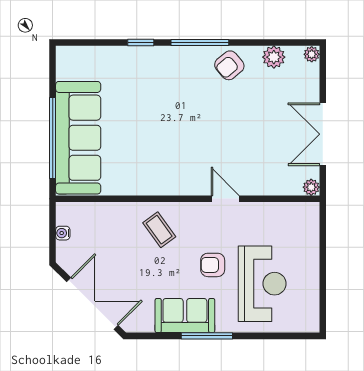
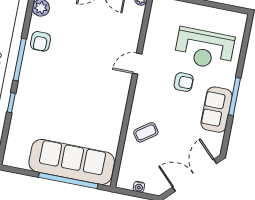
armchair: (229, 65) -> (40, 41), turned 40
coffee table: (159, 230) -> (146, 132), moved
armchair: (213, 265) -> (184, 82), turned -90
reception desk: (262, 284) -> (204, 49), turned 180

